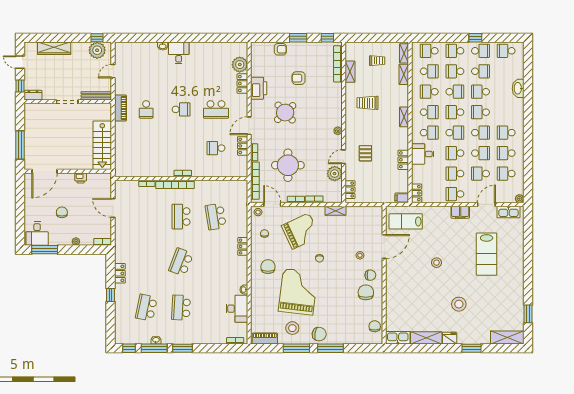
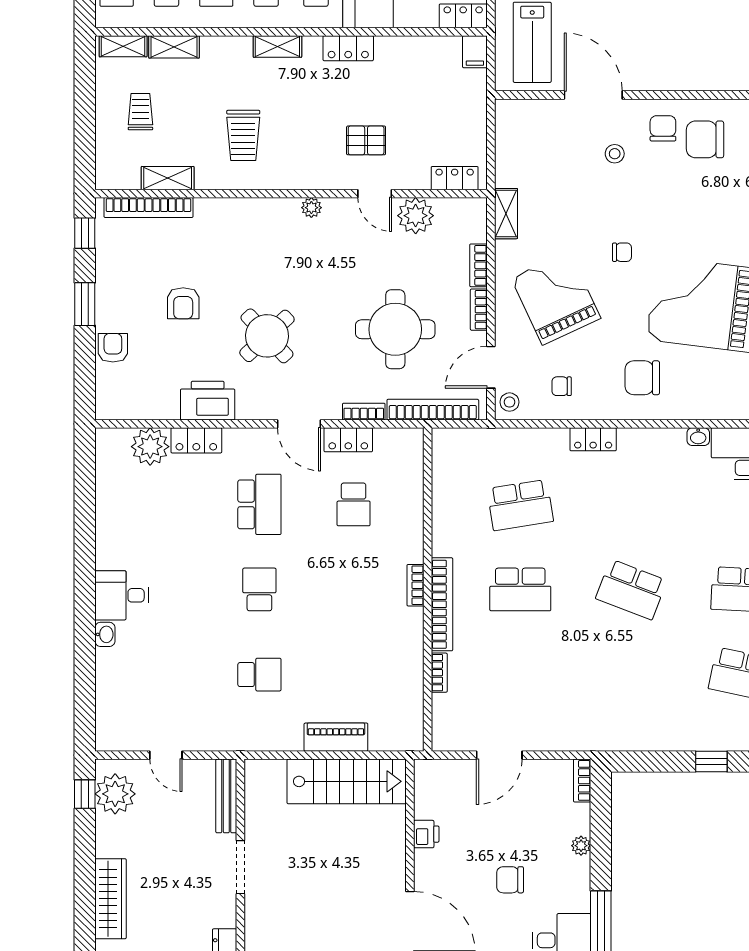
piano: (120, 108) -> (336, 737), moved
locker: (403, 160) -> (348, 48), moved
locker: (120, 273) -> (659, 738), removed

